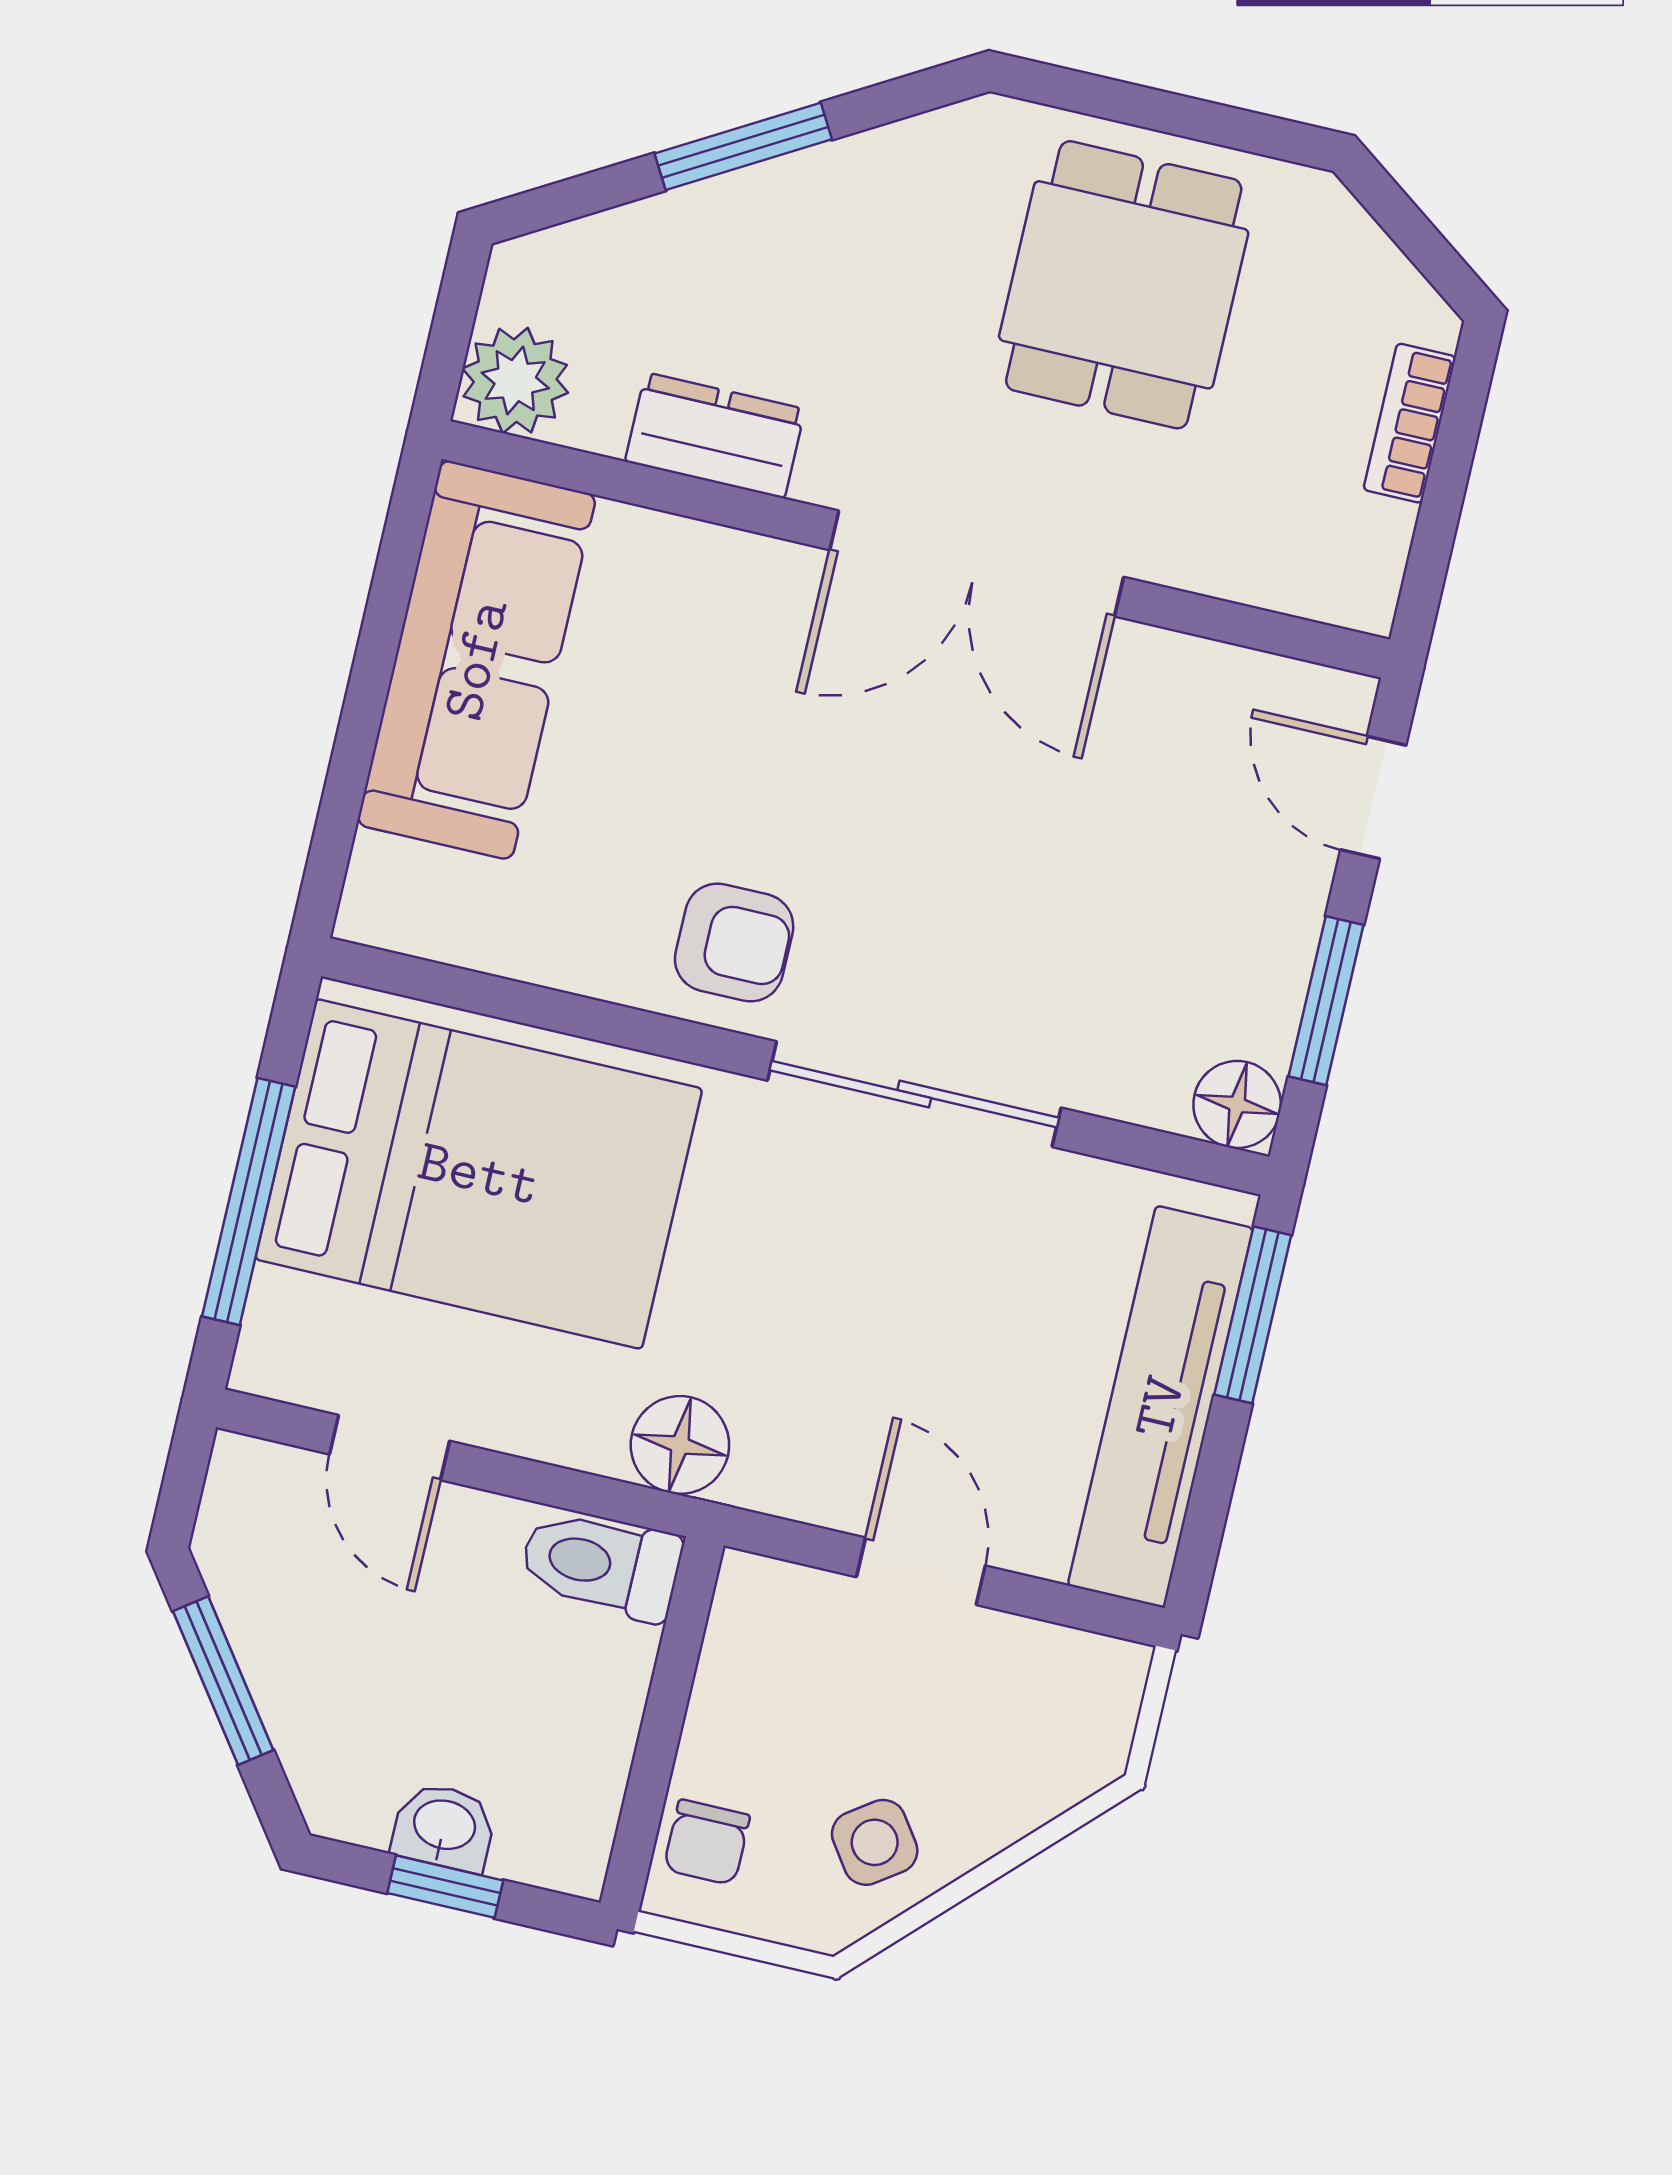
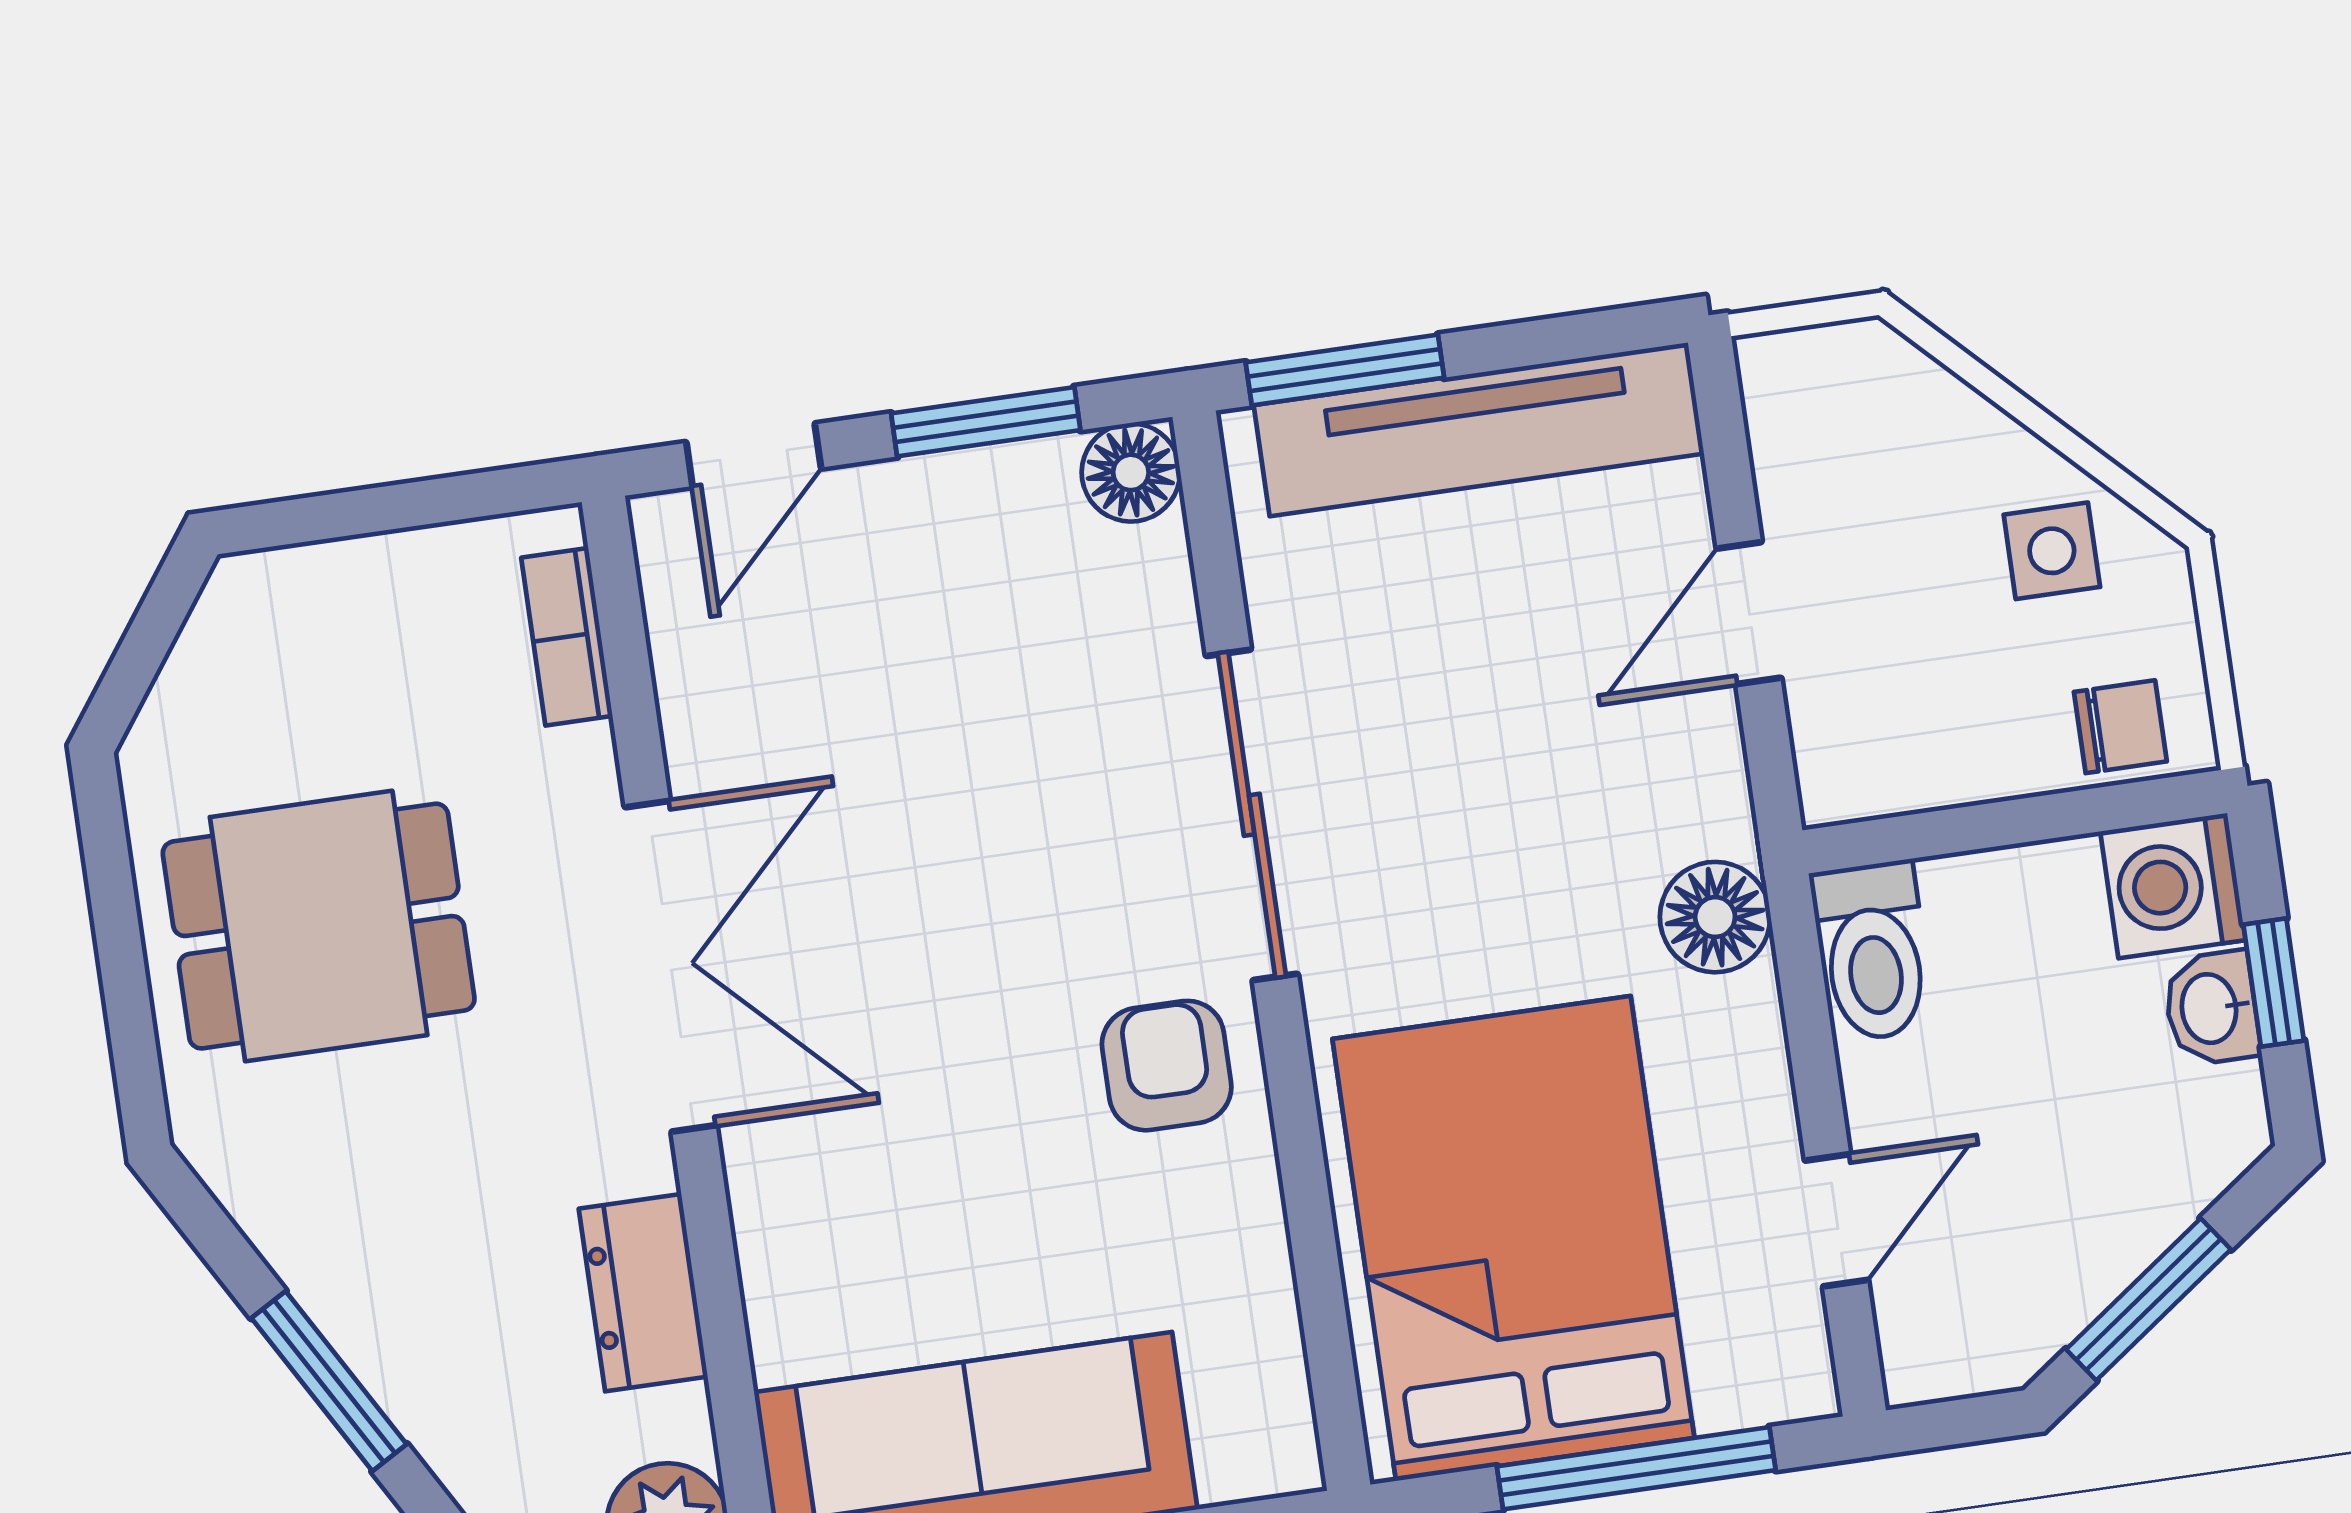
bookcase: (1410, 423) -> (567, 637), moved, turned 90
washing machine: (558, 1834) -> (2173, 886), added
side table: (875, 1842) -> (2052, 551), turned 35

